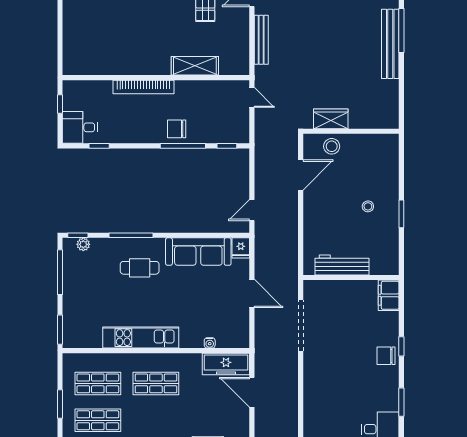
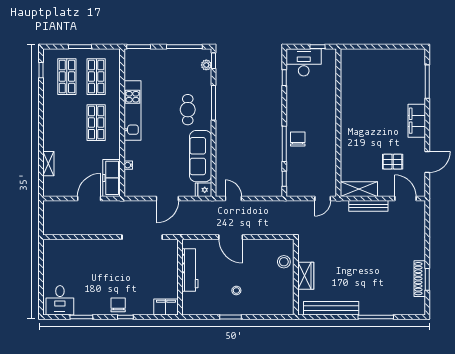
bench: (390, 44) -> (331, 308), moved
shelving: (195, 66) -> (359, 189), moved, turned 90
bookcase: (143, 87) -> (331, 113), removed
wardrobe: (331, 119) -> (306, 276), moved
desk: (80, 127) -> (304, 62), width x1.37
door: (301, 175) -> (231, 237), moved

